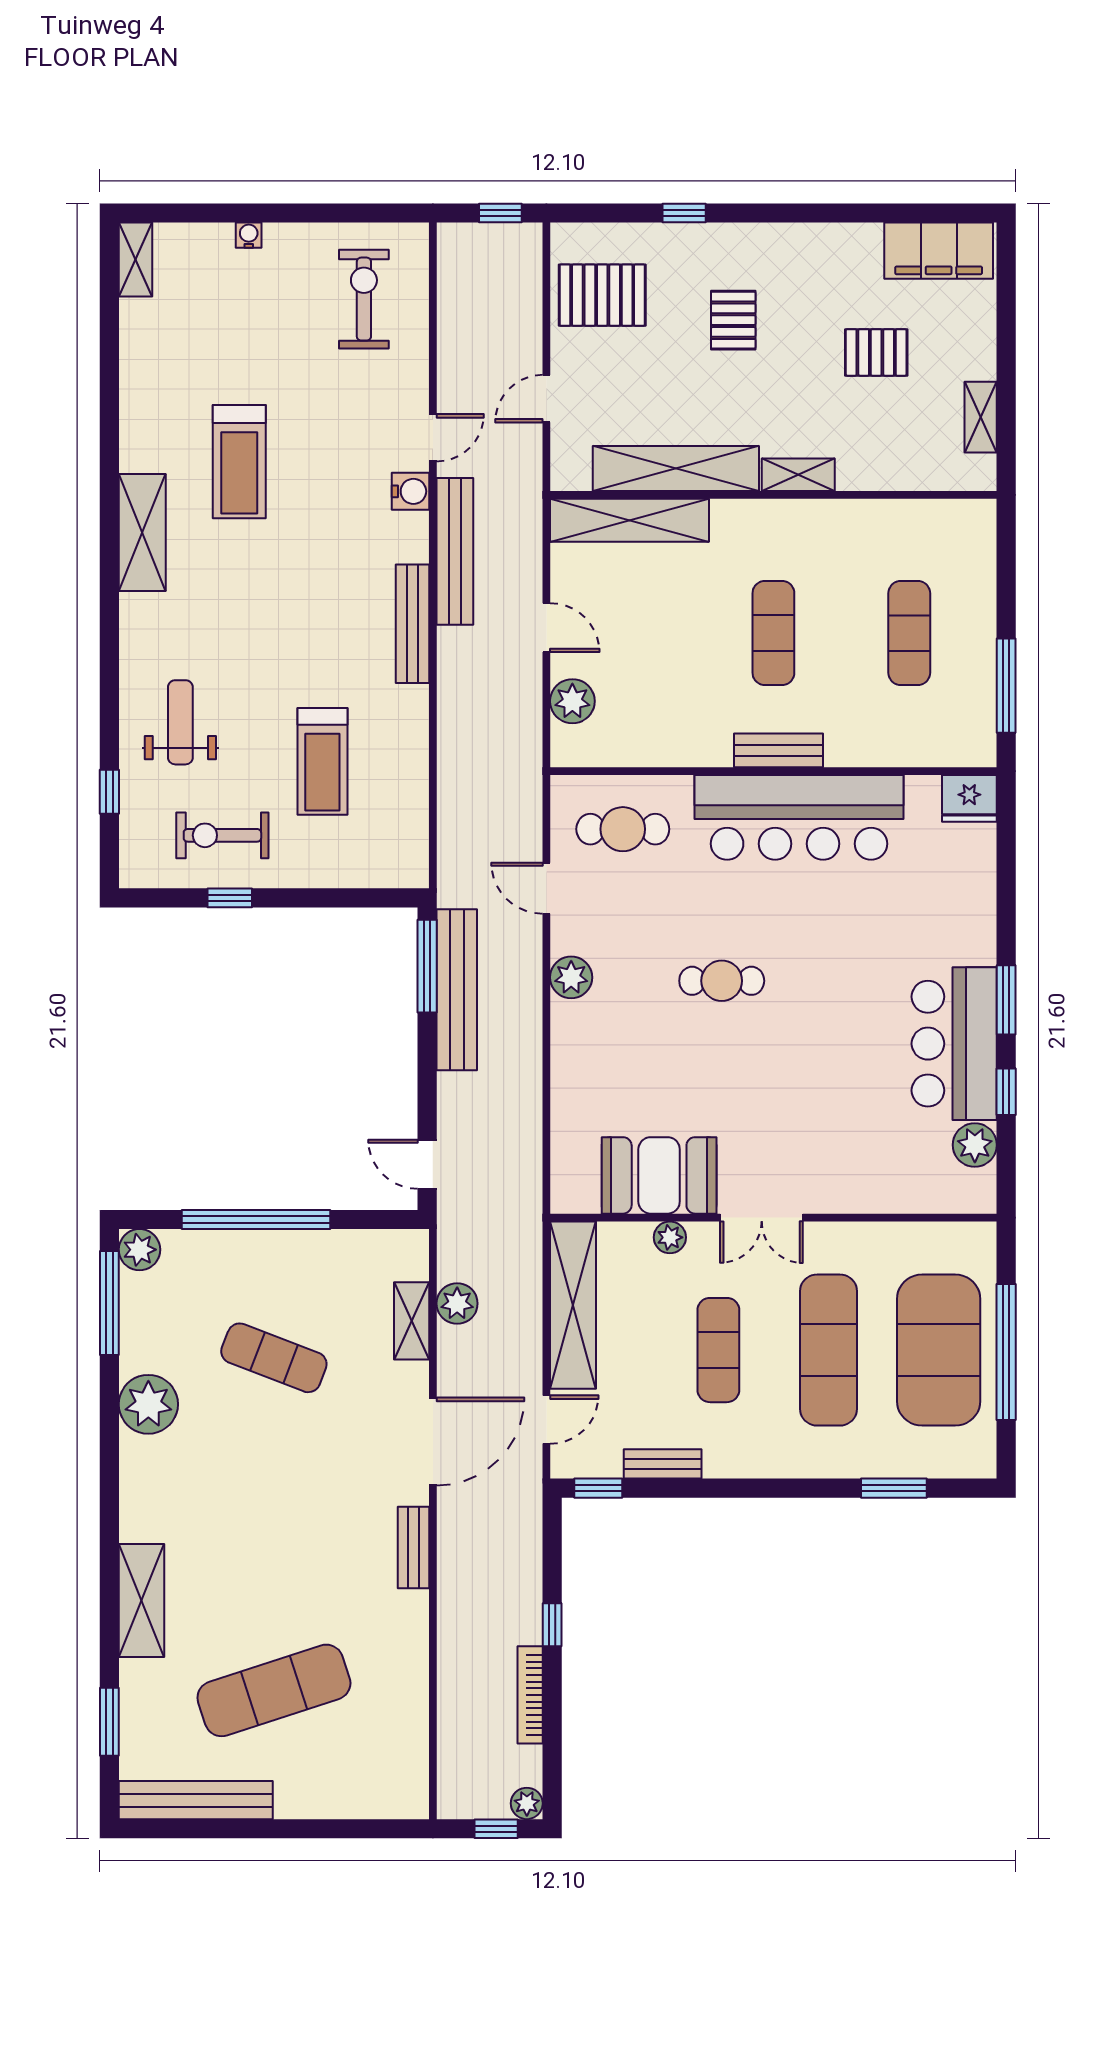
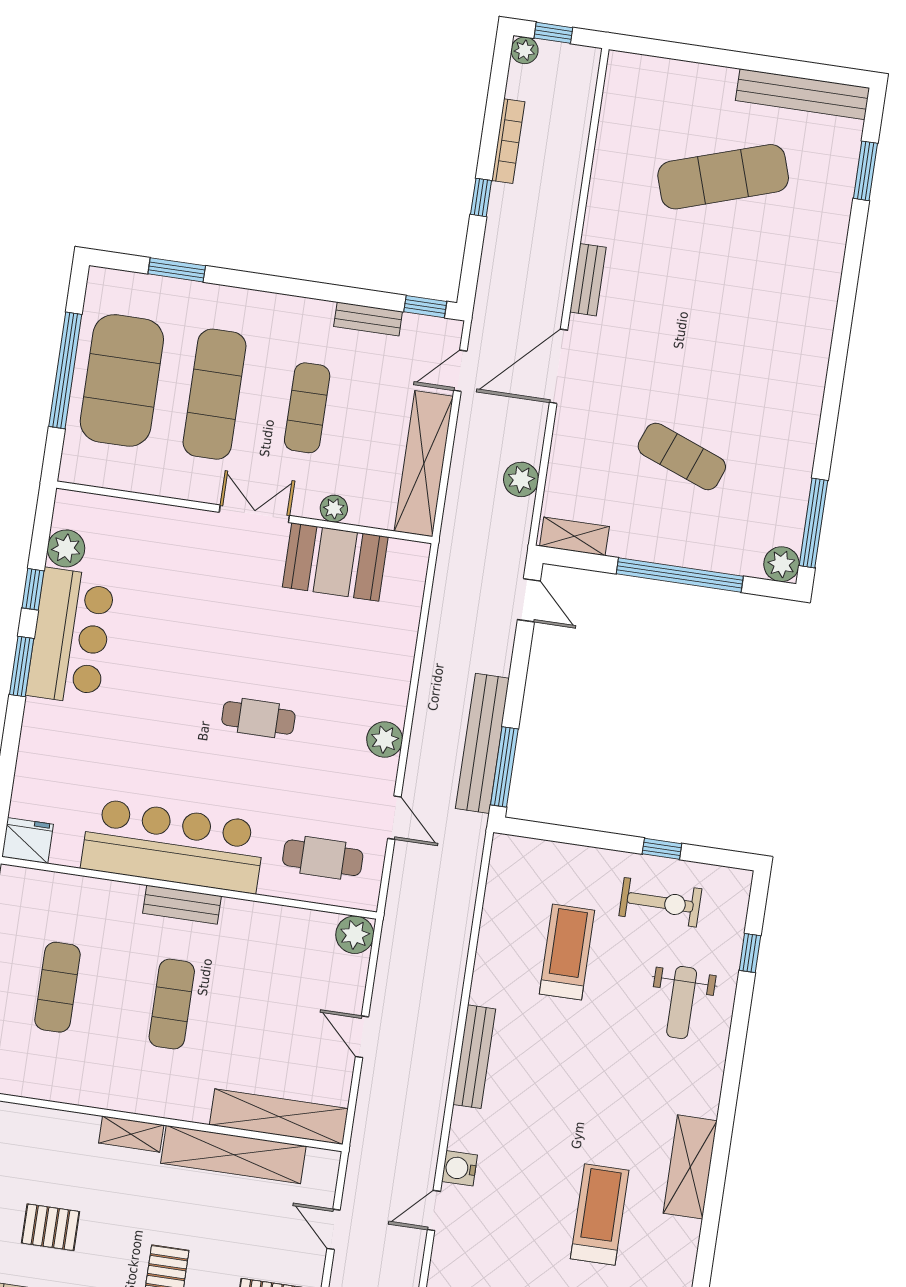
door: (546, 399) -> (334, 1229), swing flipped
bench: (455, 551) -> (429, 1112), removed
plant: (572, 701) -> (355, 935), moved
shelving: (412, 1321) -> (574, 536), moved, turned 90
plant: (148, 1404) -> (793, 433), removed
shelving: (141, 1600) -> (823, 269), removed

